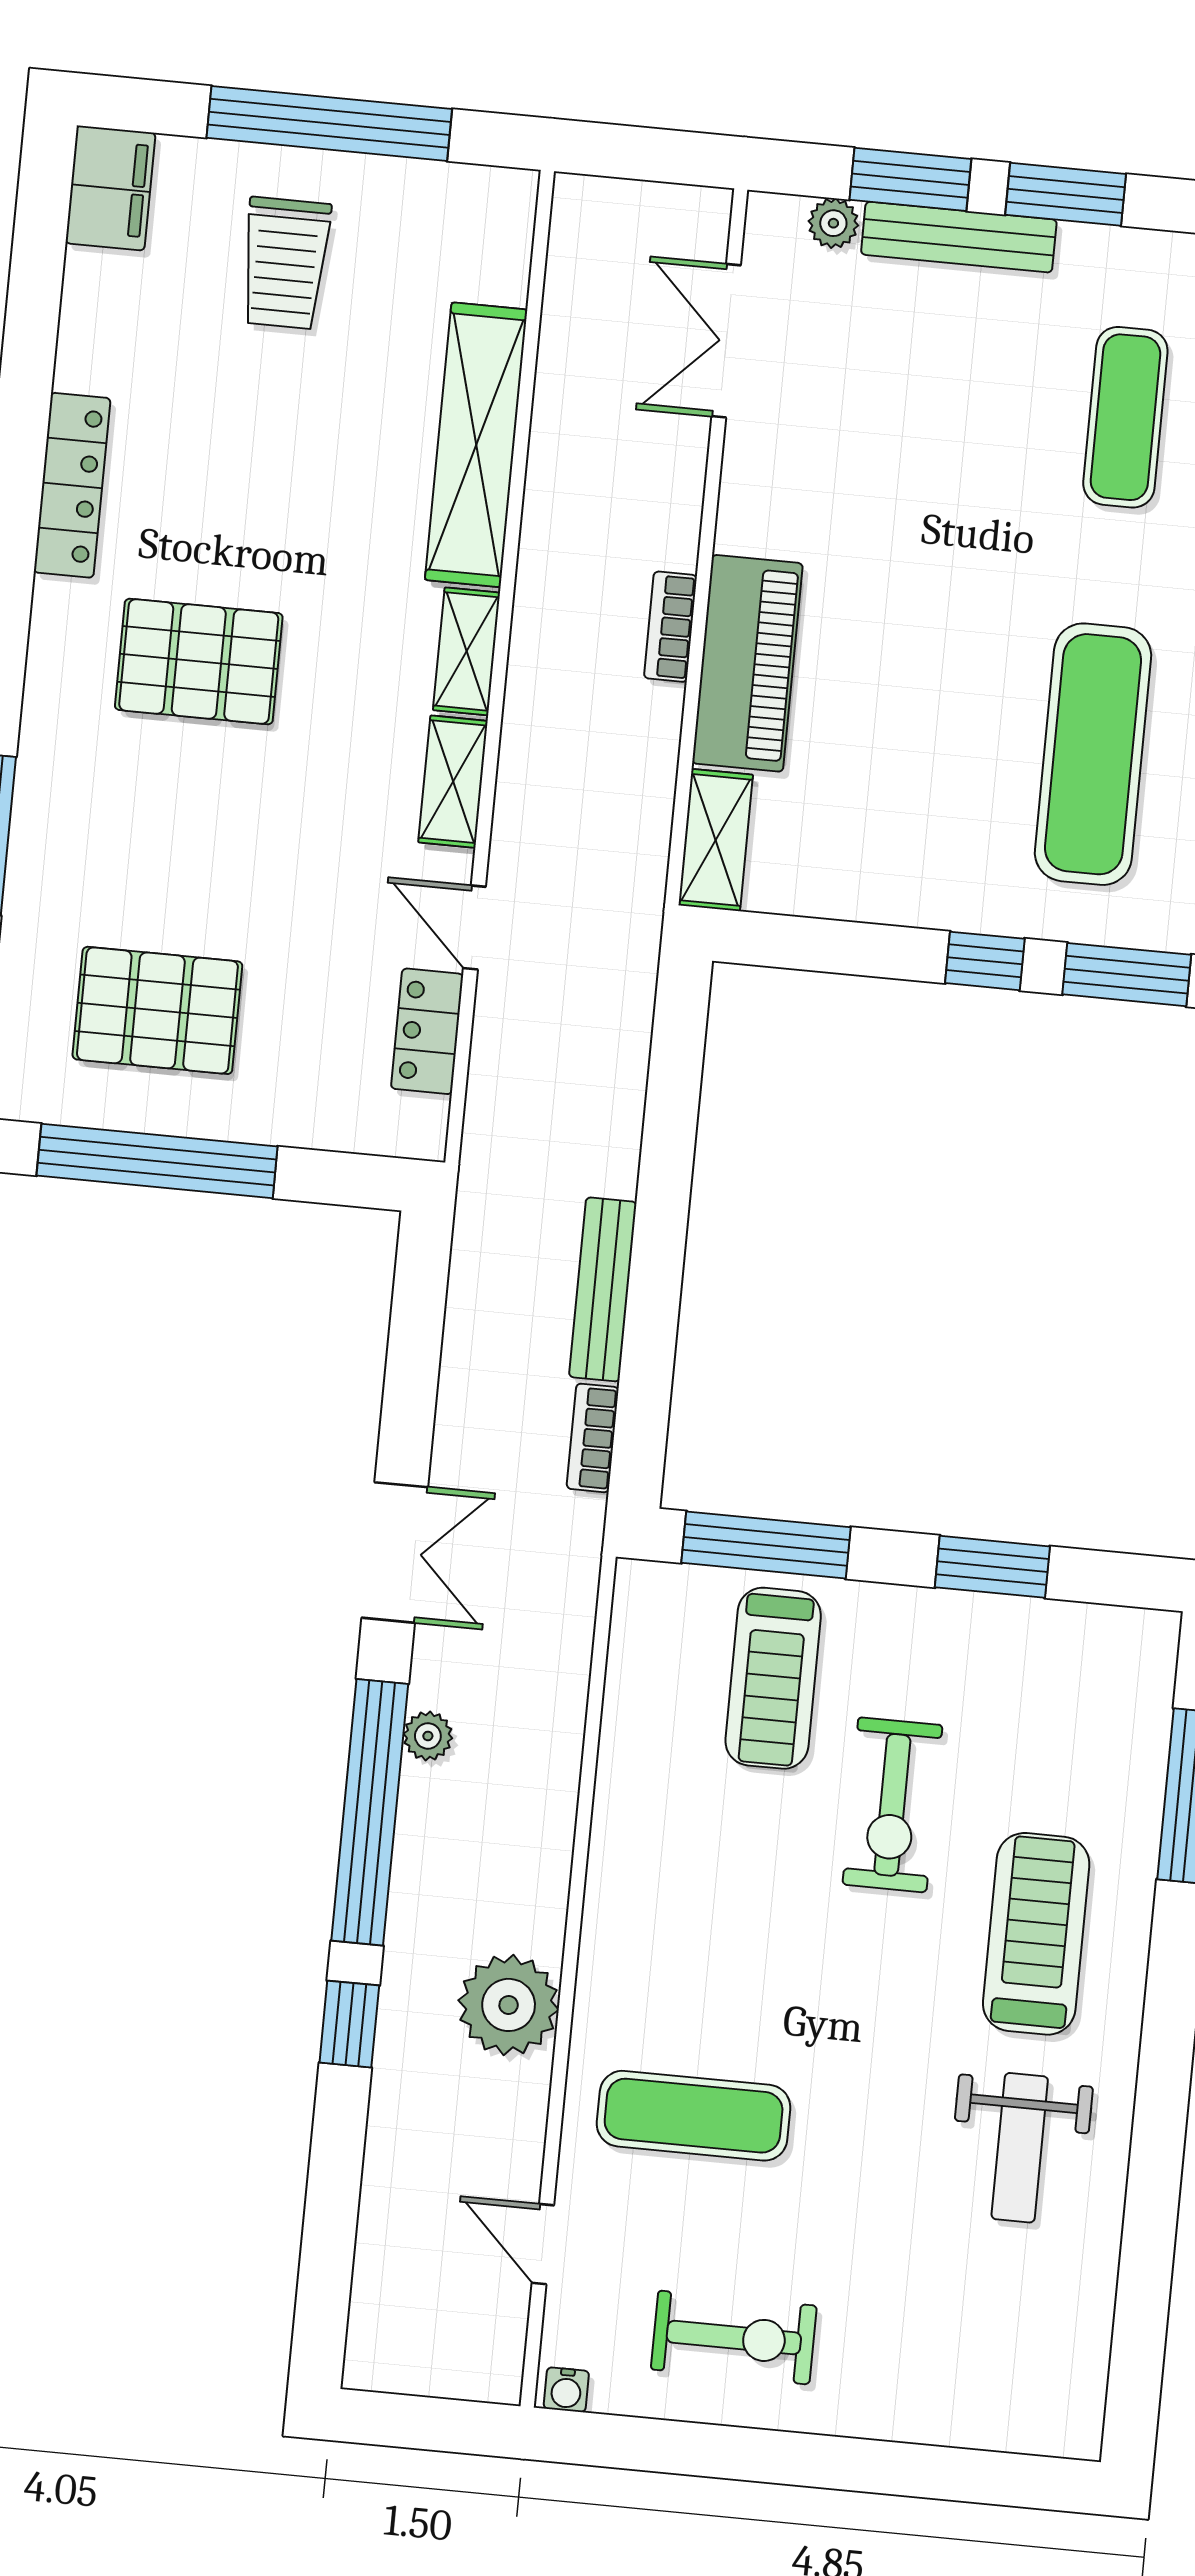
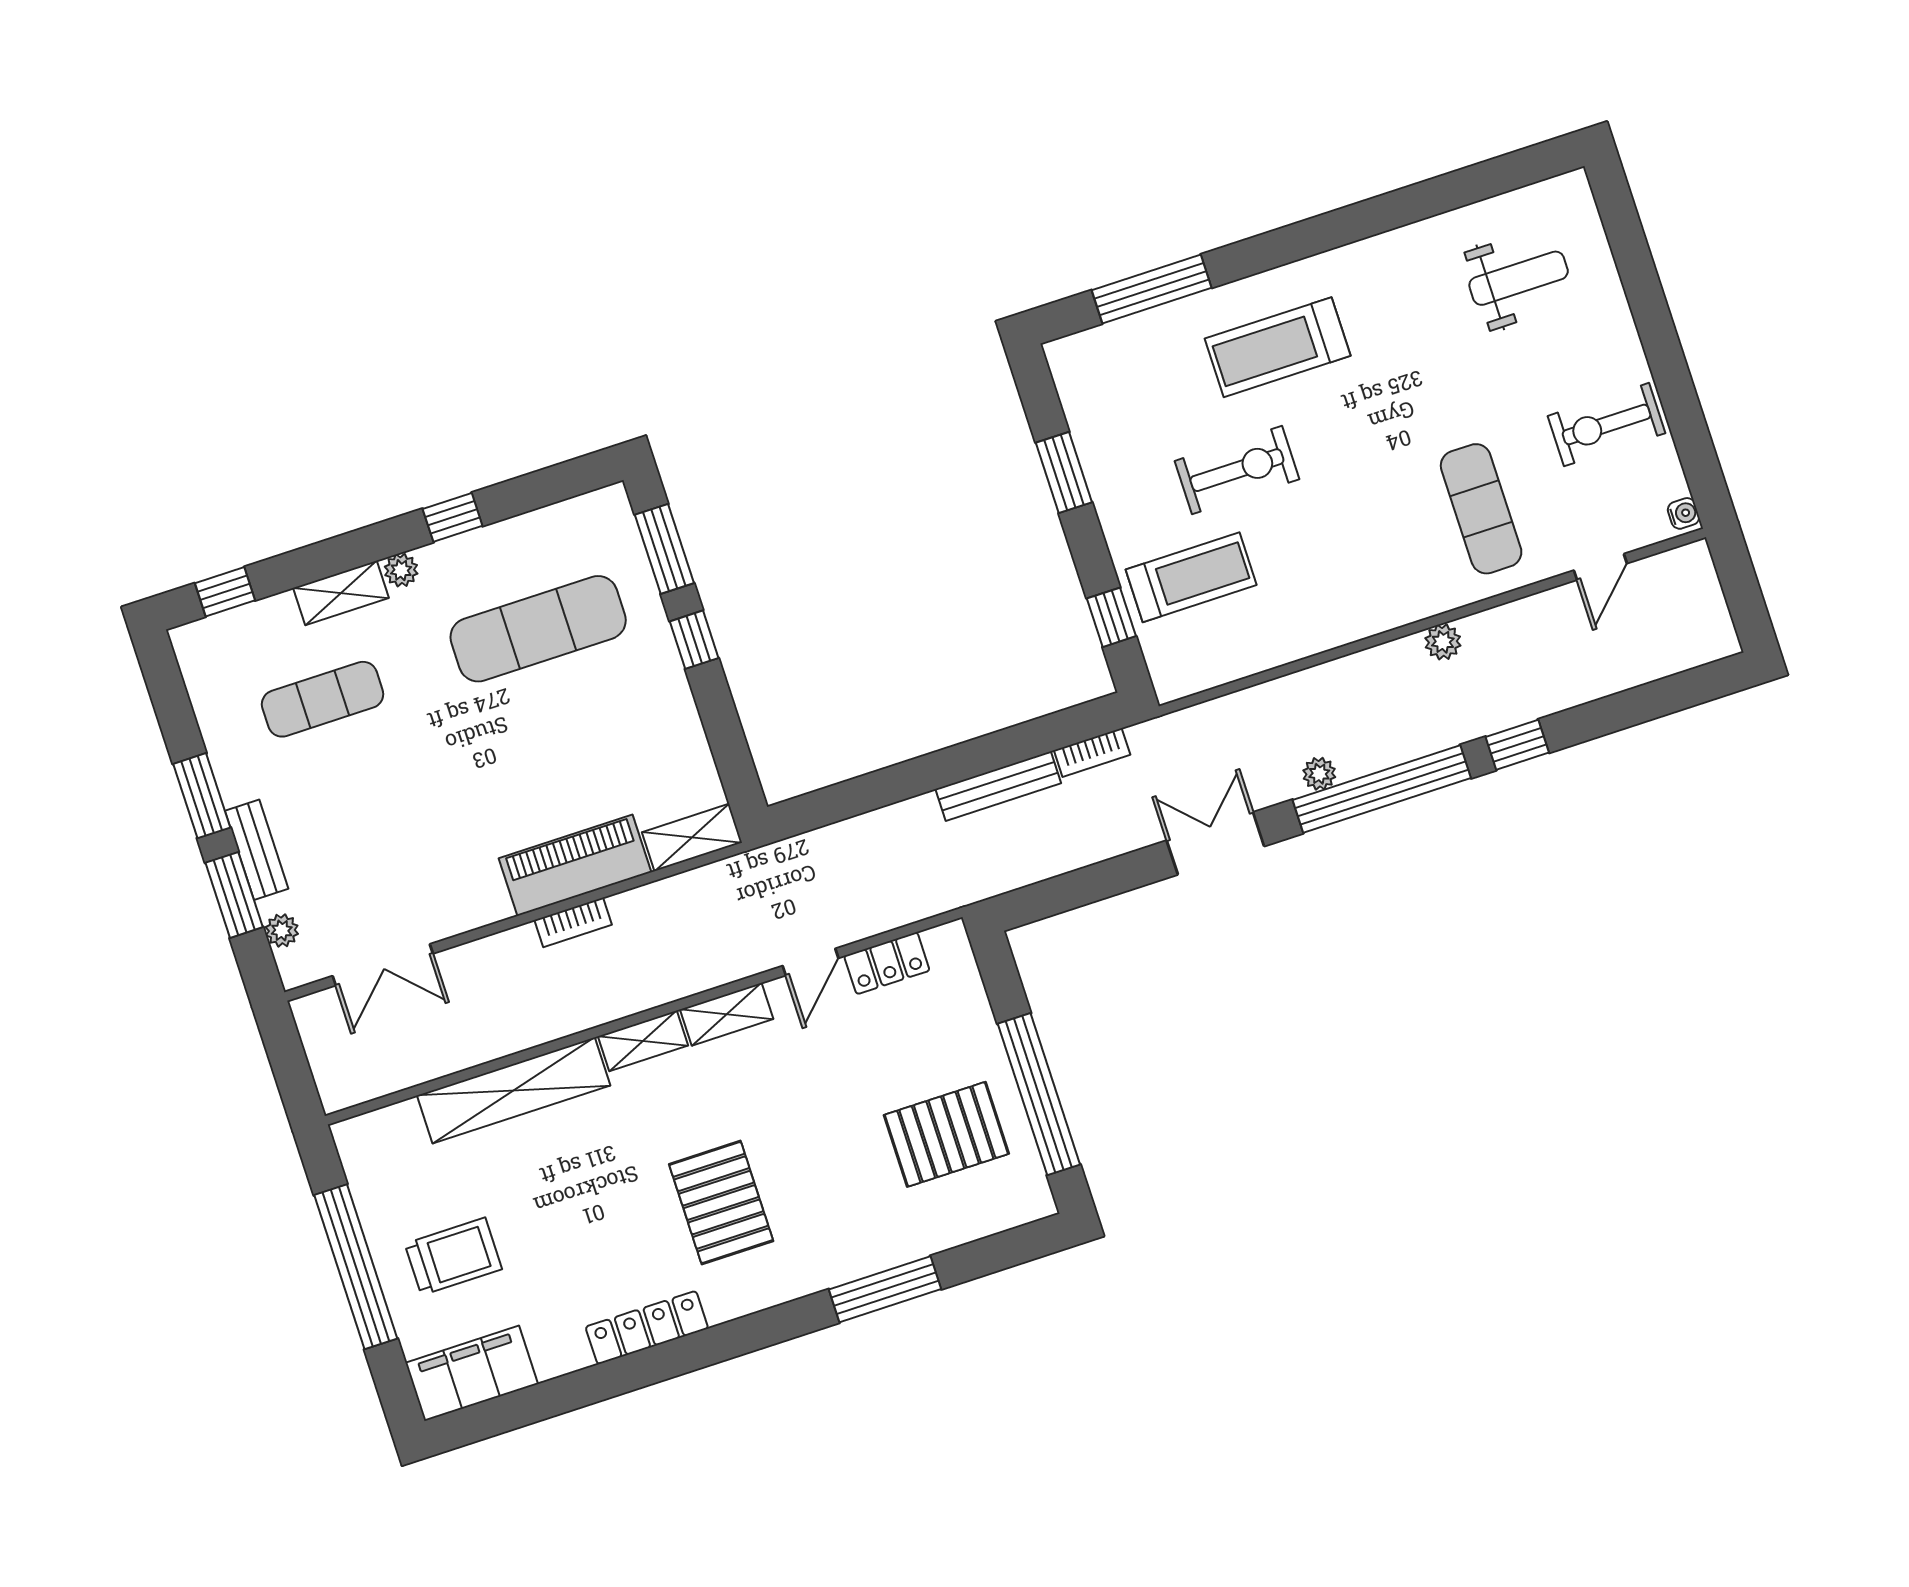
filing cabinet: (110, 188) -> (472, 1373), width x1.50, depth x1.17
bench: (959, 237) -> (257, 850), width x0.73
pallet: (157, 1010) -> (946, 1134), turned 90
window: (766, 1545) -> (1111, 617), width x0.46
plant: (509, 2005) -> (1443, 642), width x0.53, depth x0.53
weight bench: (1020, 2148) -> (1519, 278), moved
exercise bike: (734, 2338) -> (1607, 425), turned -90

